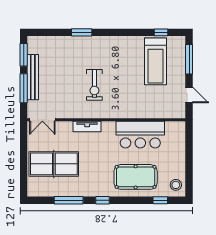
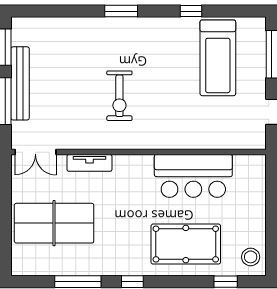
window: (82, 32) -> (121, 11), moved
window: (161, 32) -> (191, 11), moved
tv unit: (87, 127) -> (89, 163), moved

